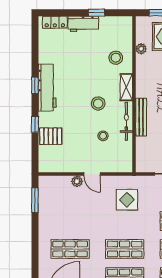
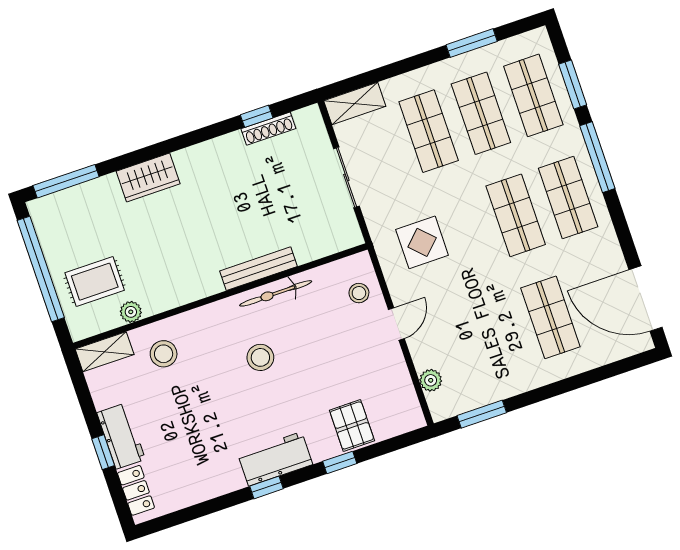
window: (96, 13) -> (103, 452), moved
shelving: (126, 87) -> (105, 352), moved
workbench: (47, 88) -> (275, 459), width x0.73
stool: (103, 136) -> (359, 293), moved
plant: (77, 181) -> (431, 380), moved

